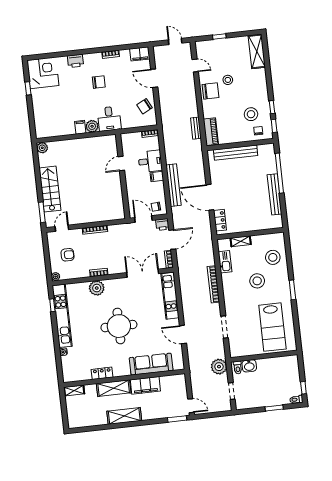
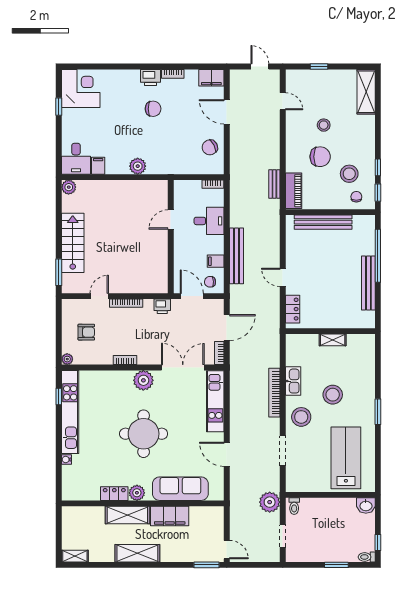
printer: (75, 61) -> (151, 78), moved
chair: (210, 91) -> (320, 157), moved
desk: (109, 119) -> (76, 159), moved
filing cabinet: (80, 127) -> (98, 166), moved
filing cabinet: (157, 177) -> (216, 261), moved
door: (210, 197) -> (283, 277), width x0.53
printer: (162, 225) -> (162, 306), moved
door: (62, 228) -> (99, 296), moved
shelving: (241, 241) -> (333, 340), moved
stool: (273, 257) -> (301, 417), moved
kitchen sink: (225, 262) -> (293, 381), moved
plant: (97, 288) -> (143, 380), moved
lab bench: (272, 327) -> (346, 458), turned 180
washbasin: (249, 366) -> (366, 506), moved
plant: (119, 371) -> (137, 493), added
shelving: (74, 390) -> (75, 556), moved

